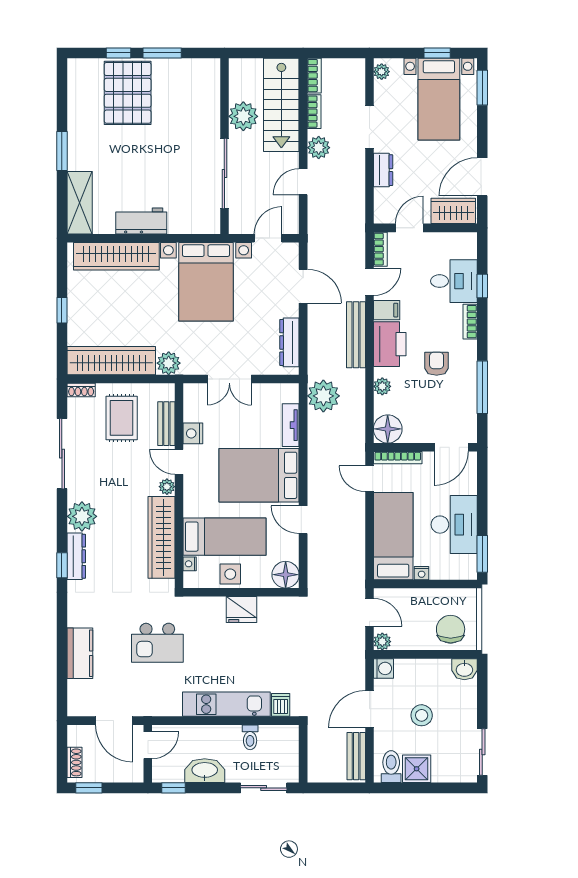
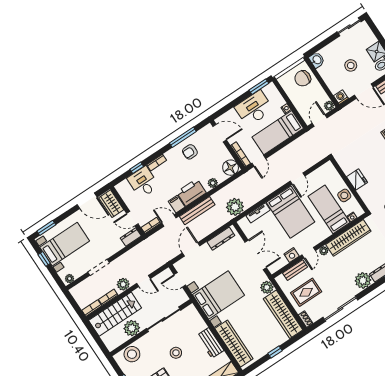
stool: (203, 90) -> (132, 354), added
stool: (161, 158) -> (176, 353), added
dresser: (383, 170) -> (131, 237), moved
armchair: (437, 364) -> (190, 152), moved
double door: (229, 379) -> (256, 255), width x1.37
floor lamp: (286, 575) -> (328, 170), removed

